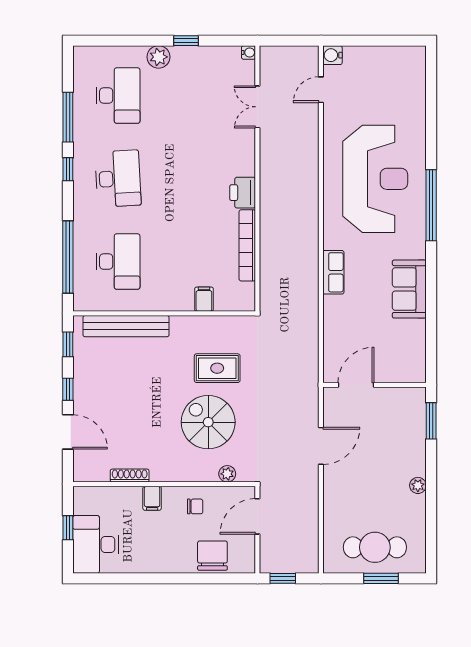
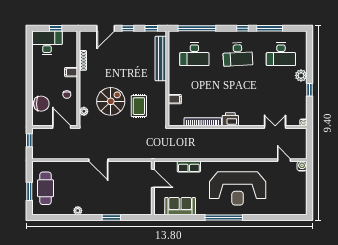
door: (356, 385) -> (153, 178), moved
wall: (374, 385) -> (153, 188), moved

